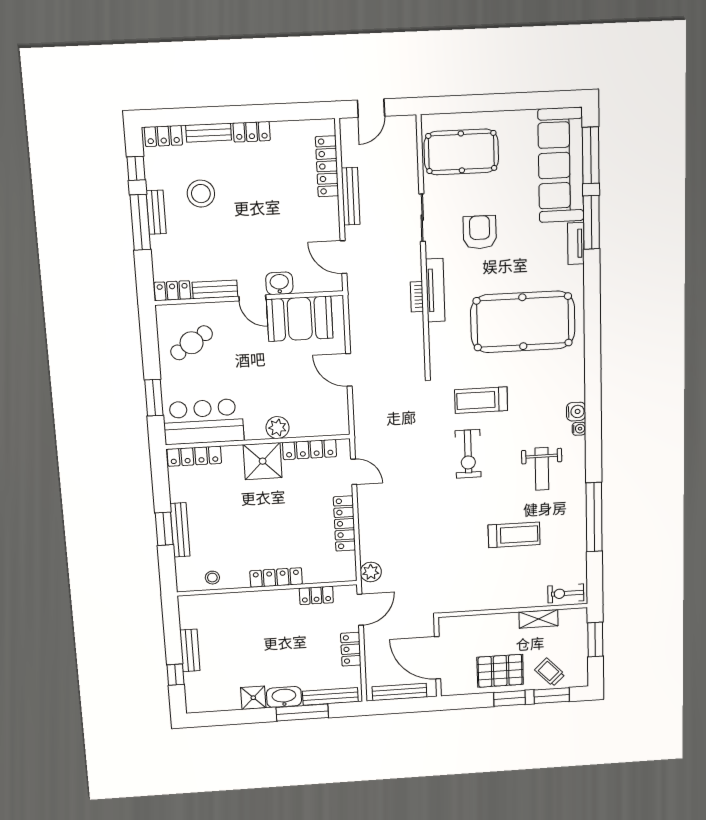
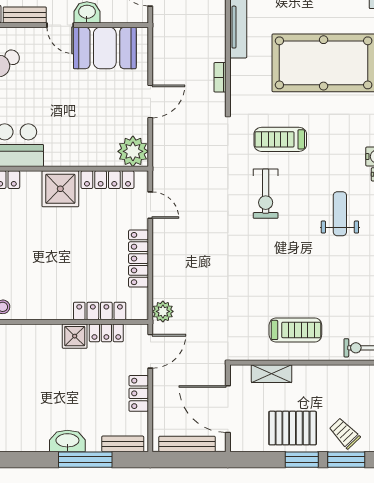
bookcase: (417, 297) -> (220, 77), moved
door: (349, 370) -> (150, 101), swing flipped
plant: (277, 428) -> (133, 151), moved, width x1.36, depth x1.36
weight bench: (542, 469) -> (340, 214), turned 180
treadmill: (514, 535) -> (295, 330), moved
locker: (276, 577) -> (100, 311), moved
shelving: (539, 619) -> (272, 374), moved
bench: (330, 696) -> (123, 444), width x0.73
shower: (253, 698) -> (75, 336), moved

